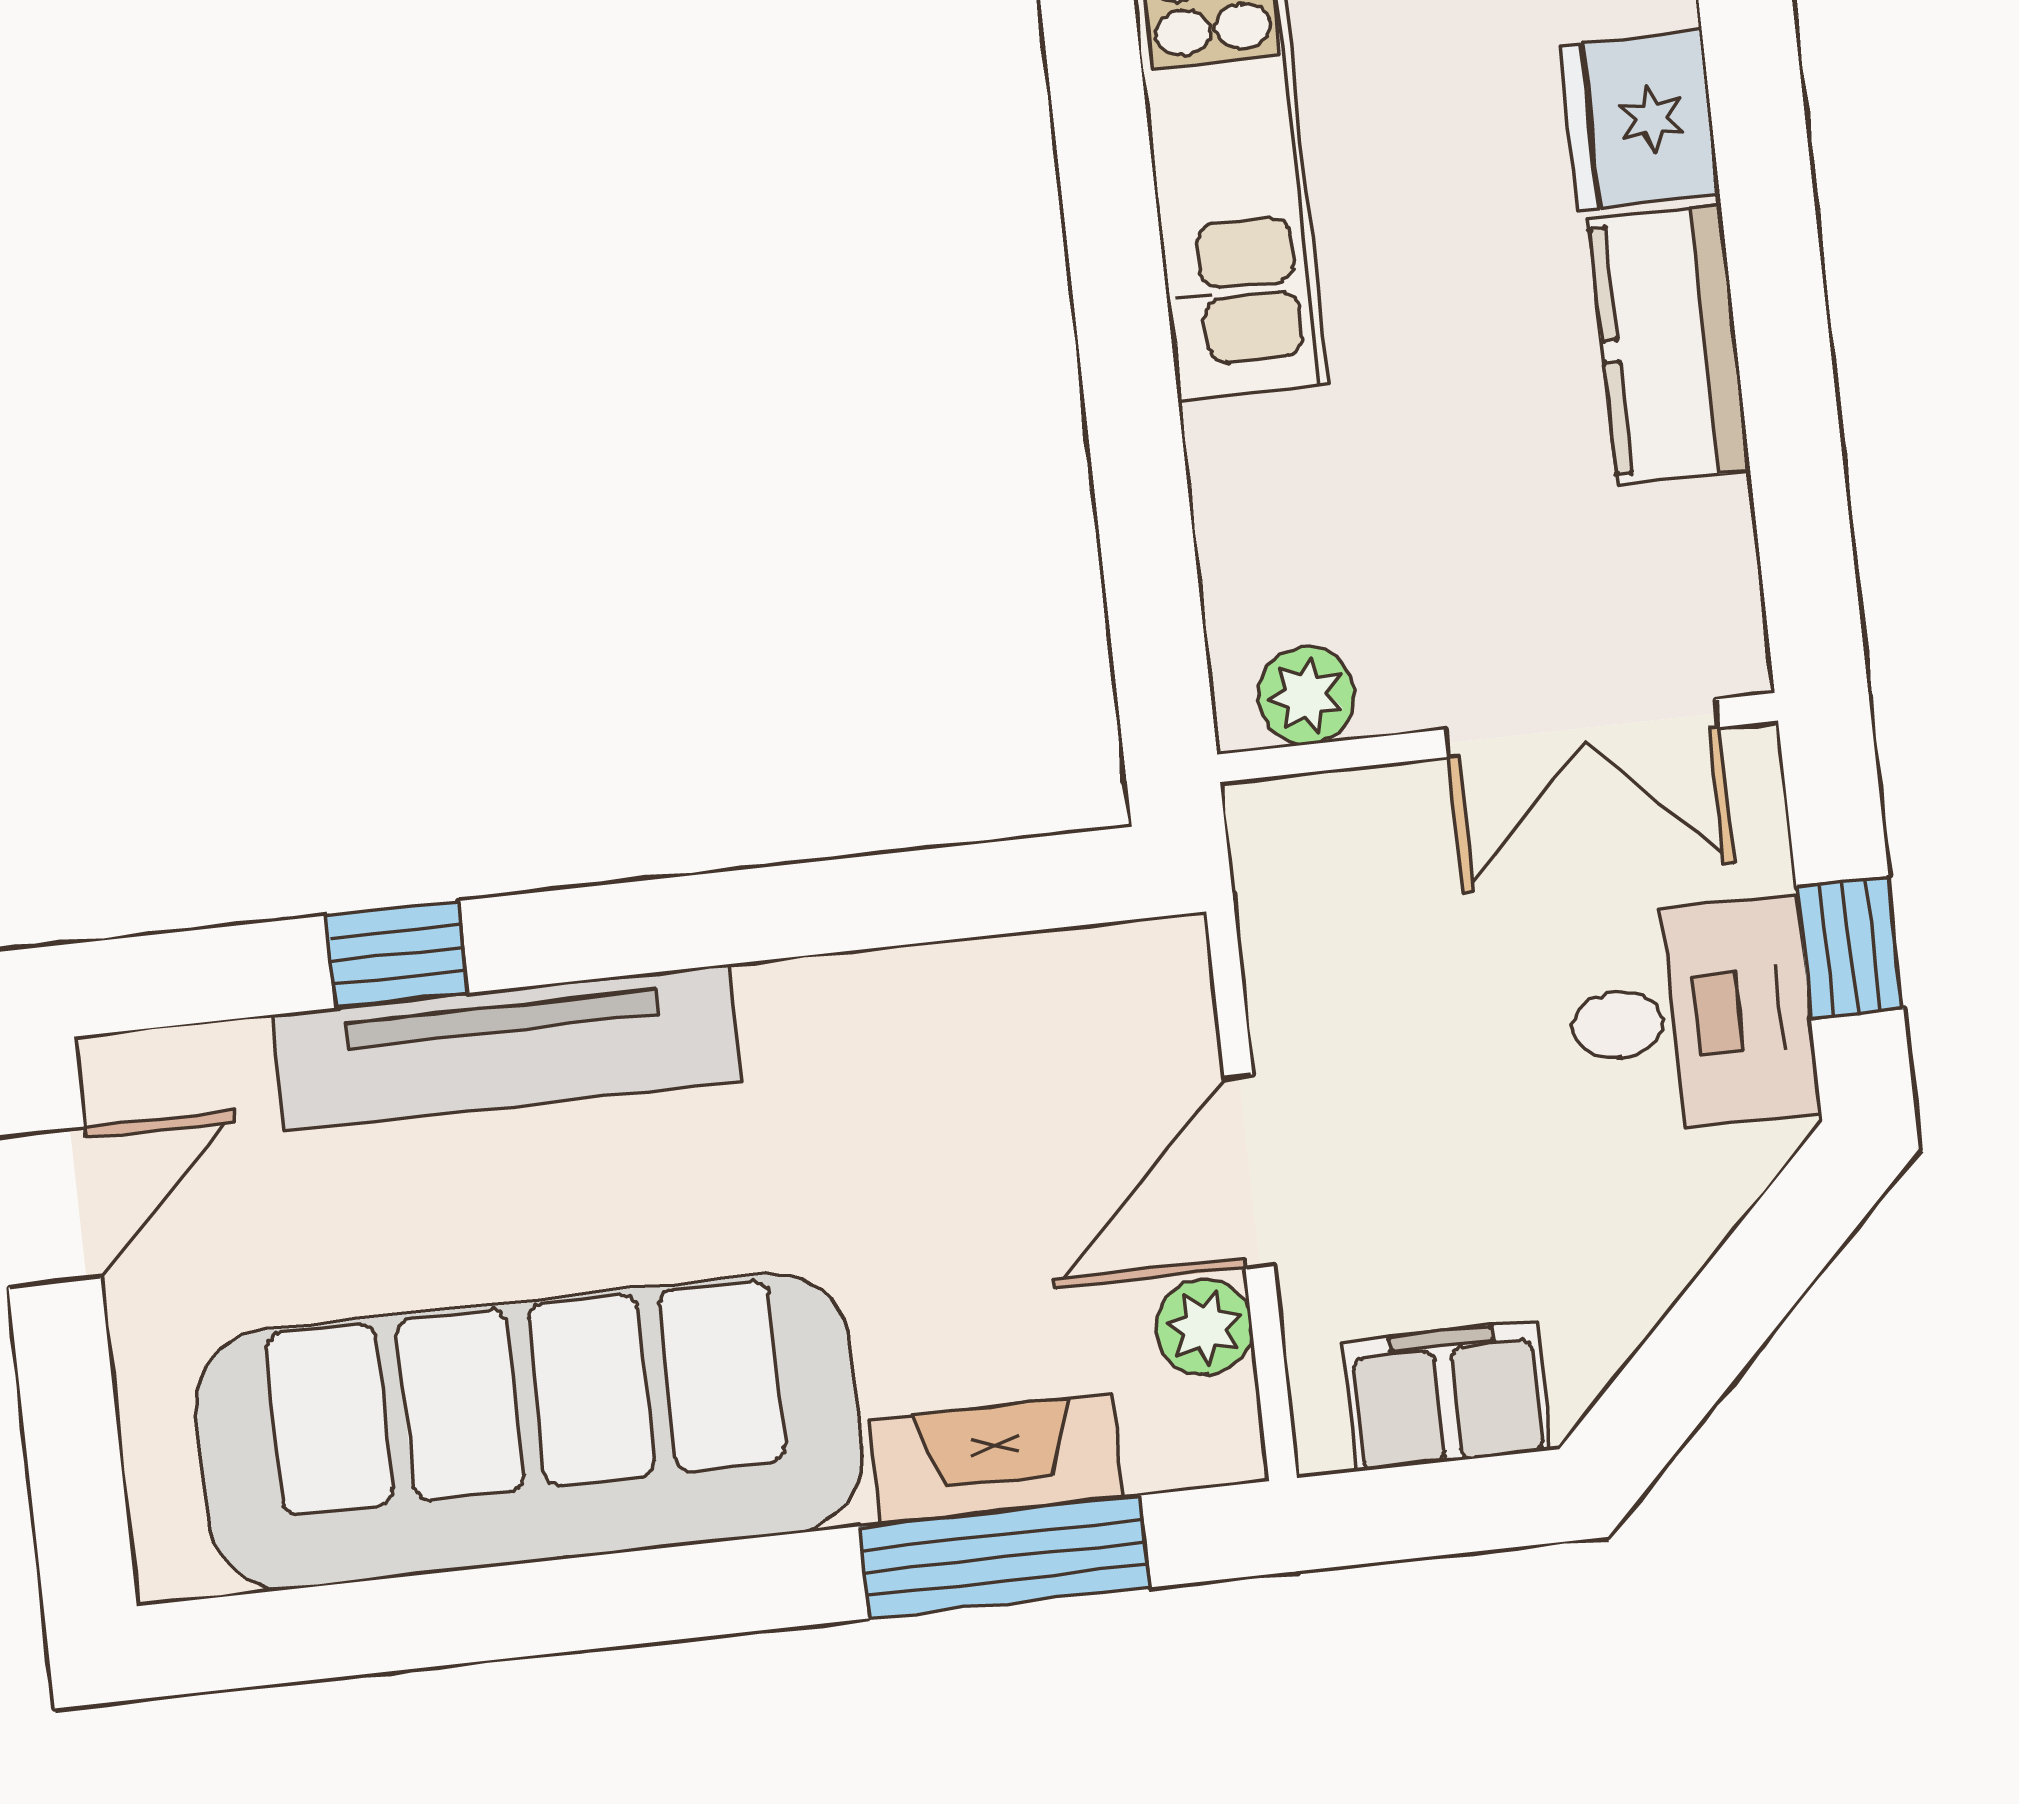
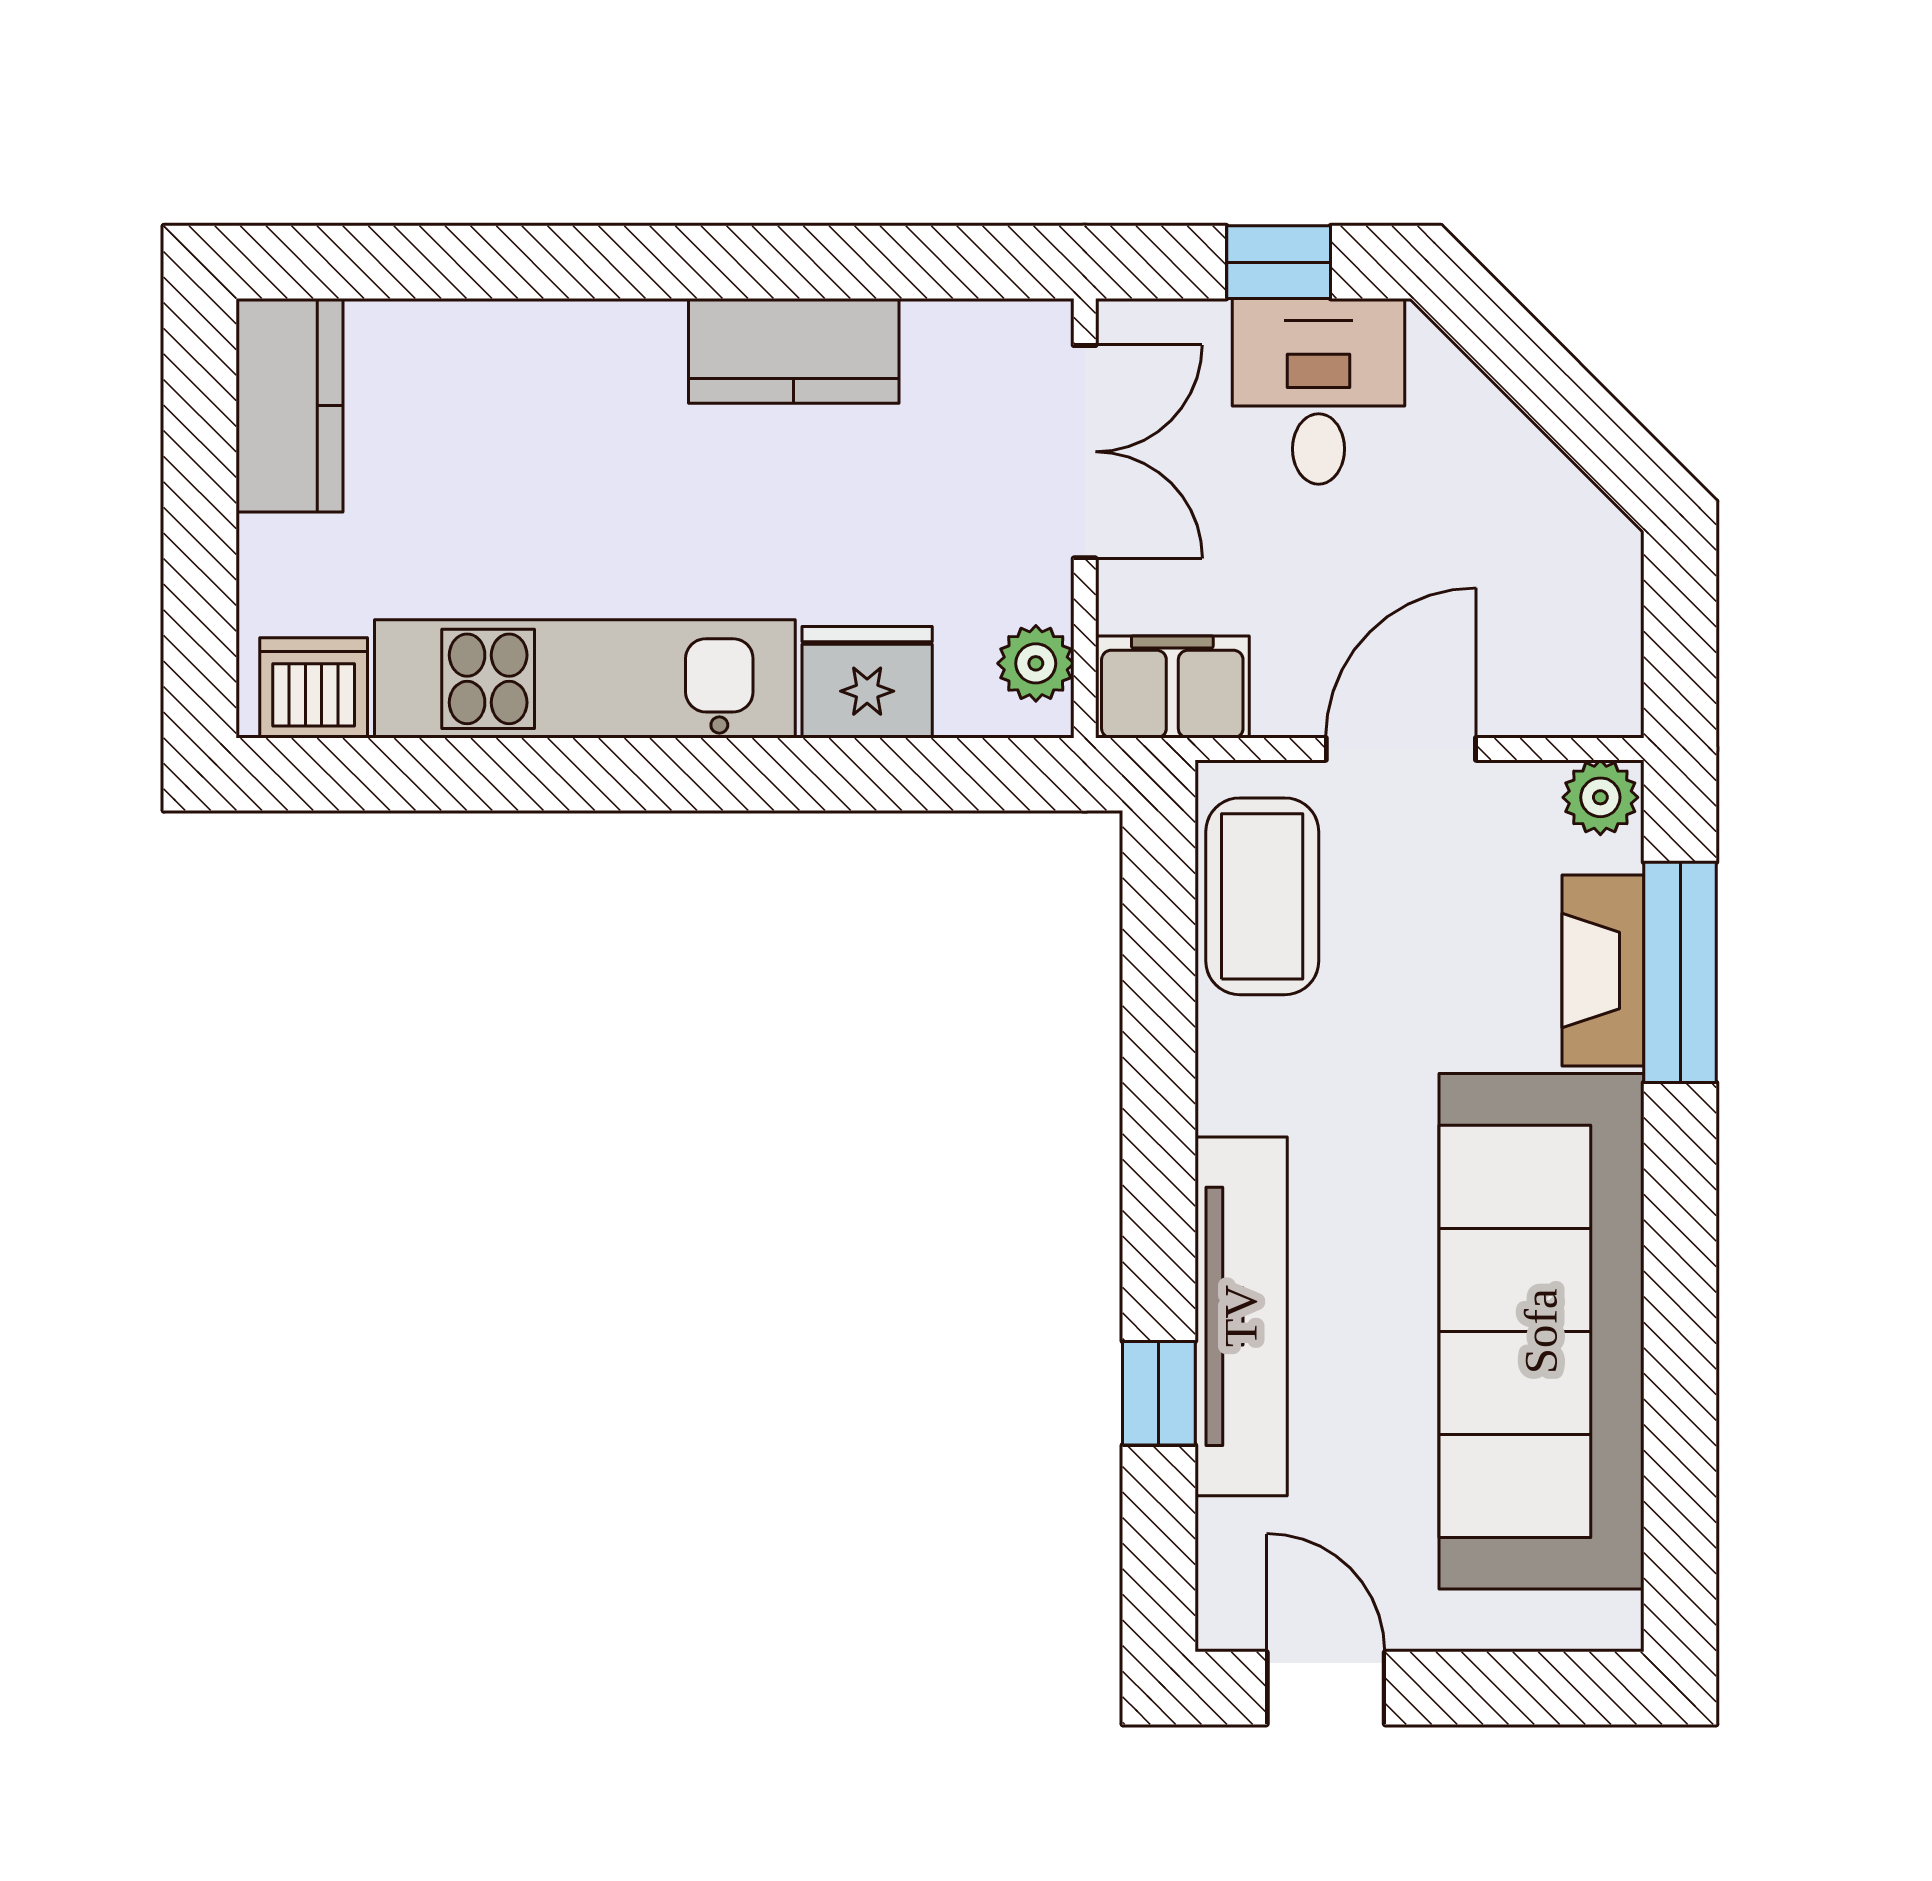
fridge: (1640, 120) -> (867, 682), moved, turned 180
coffee table: (1042, 1016) -> (1262, 896), added
door: (1249, 1171) -> (1401, 749), swing flipped
plant: (1204, 1327) -> (1600, 797), moved
filing cabinet: (1447, 1396) -> (1172, 687), moved, turned 90

